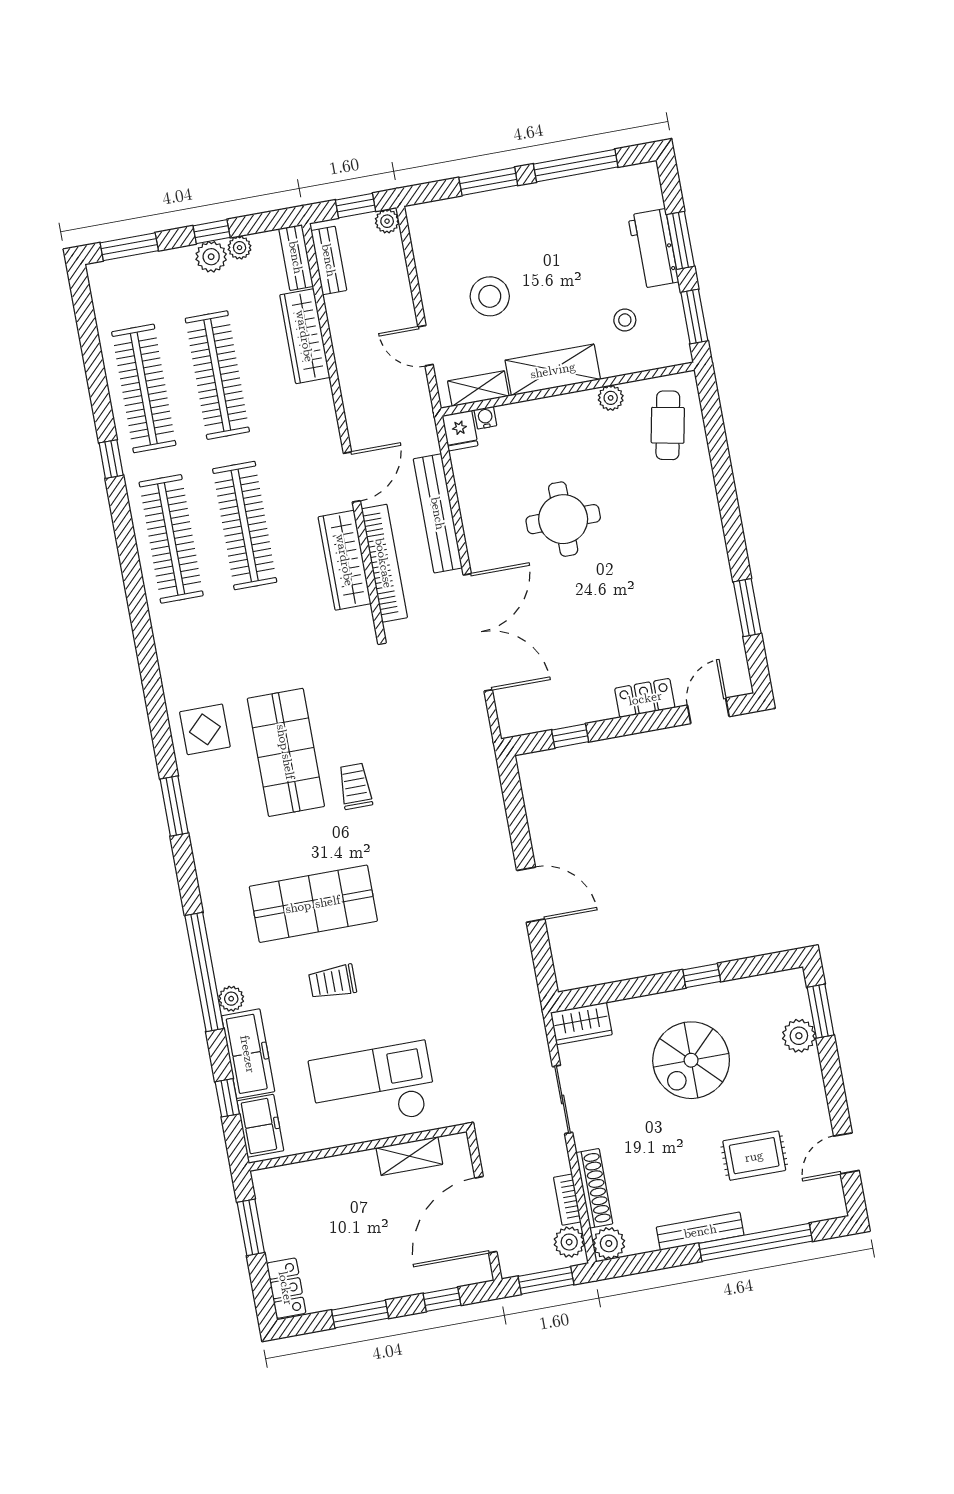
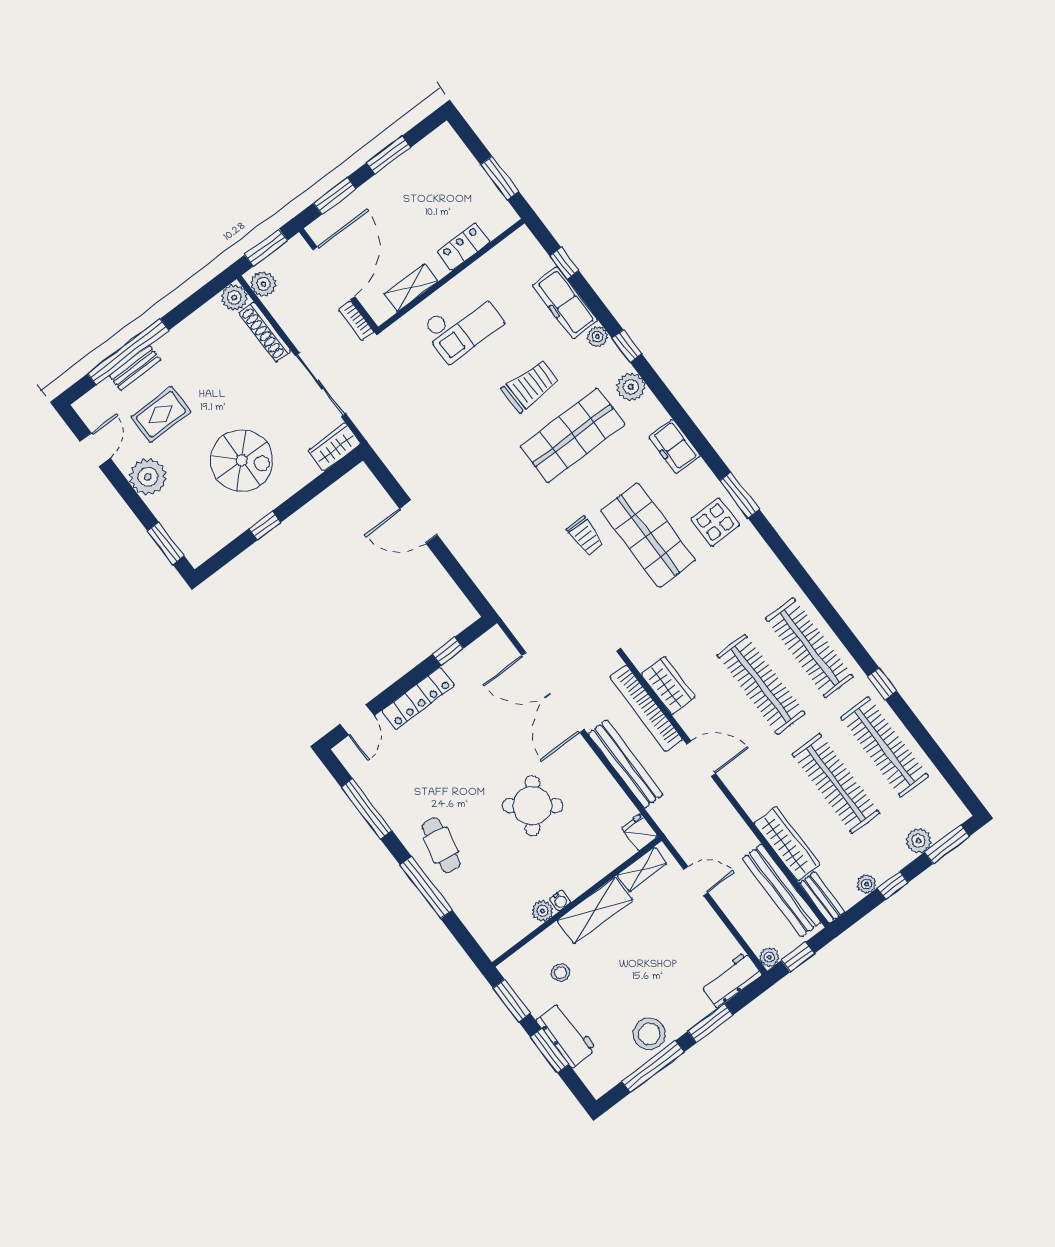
workbench: (441, 217) -> (731, 980), added
plant: (211, 257) -> (919, 841), moved
bench: (329, 260) -> (782, 890), width x1.86, depth x1.21
stool: (490, 296) -> (649, 1034), moved
water cooler: (485, 418) -> (560, 901), moved
cafe table: (668, 425) -> (441, 845), moved
door: (352, 477) -> (701, 759), swing flipped
window: (725, 488) -> (426, 888), added
round table: (563, 519) -> (533, 806), turned 37
wardrobe: (345, 560) -> (668, 686), width x0.67
window: (747, 608) -> (367, 809), width x1.44
locker: (645, 698) -> (418, 698), width x1.53
window: (174, 806) -> (739, 495), moved
plant: (223, 925) -> (631, 387), added
window: (204, 972) -> (627, 346), width x0.32
trolley: (333, 982) -> (530, 386), width x1.36, depth x1.39
plant: (799, 1036) -> (148, 477), moved, width x1.36, depth x1.36
spiral stairs: (691, 1060) -> (242, 460), turned 90
checkout: (373, 1087) -> (462, 325), width x0.73, depth x0.83
sliding door: (563, 1099) -> (320, 385), width x1.37
freezer: (260, 1126) -> (674, 446), moved
bookcase: (567, 1200) -> (356, 321), moved, turned 180
bench: (700, 1231) -> (135, 368), moved, width x0.73
locker: (286, 1288) -> (464, 247), moved, turned 90
window: (442, 1299) -> (335, 196), width x1.50

